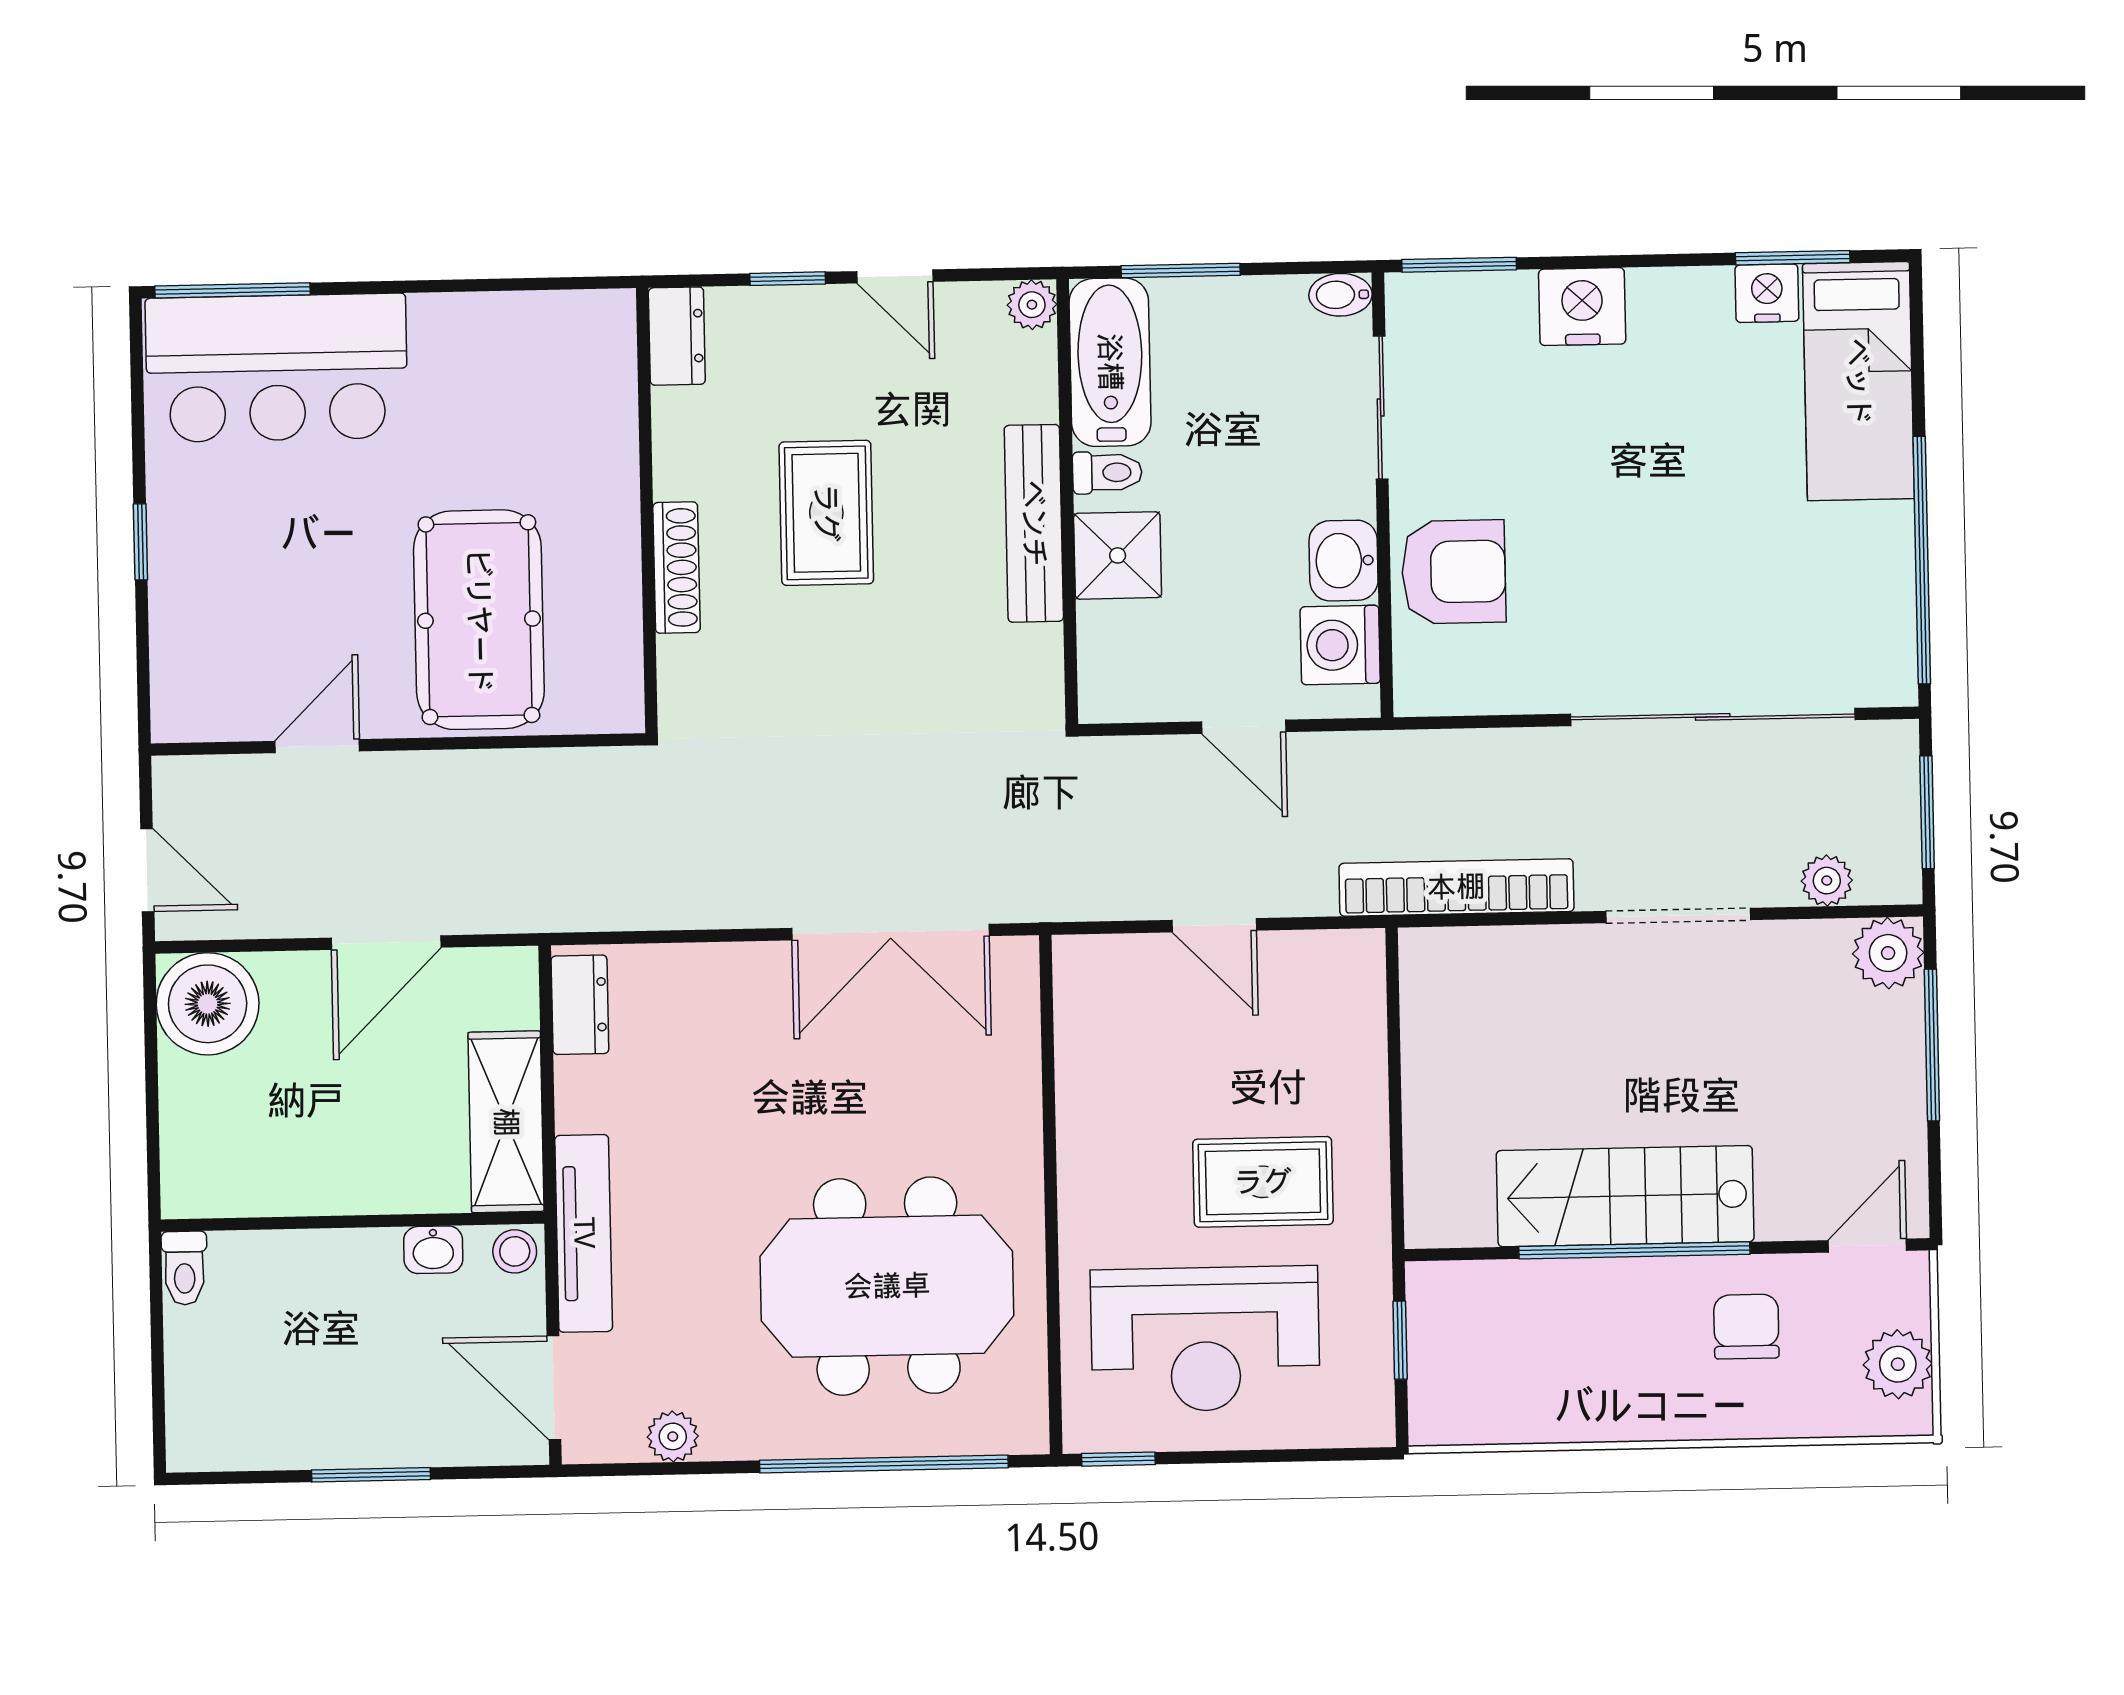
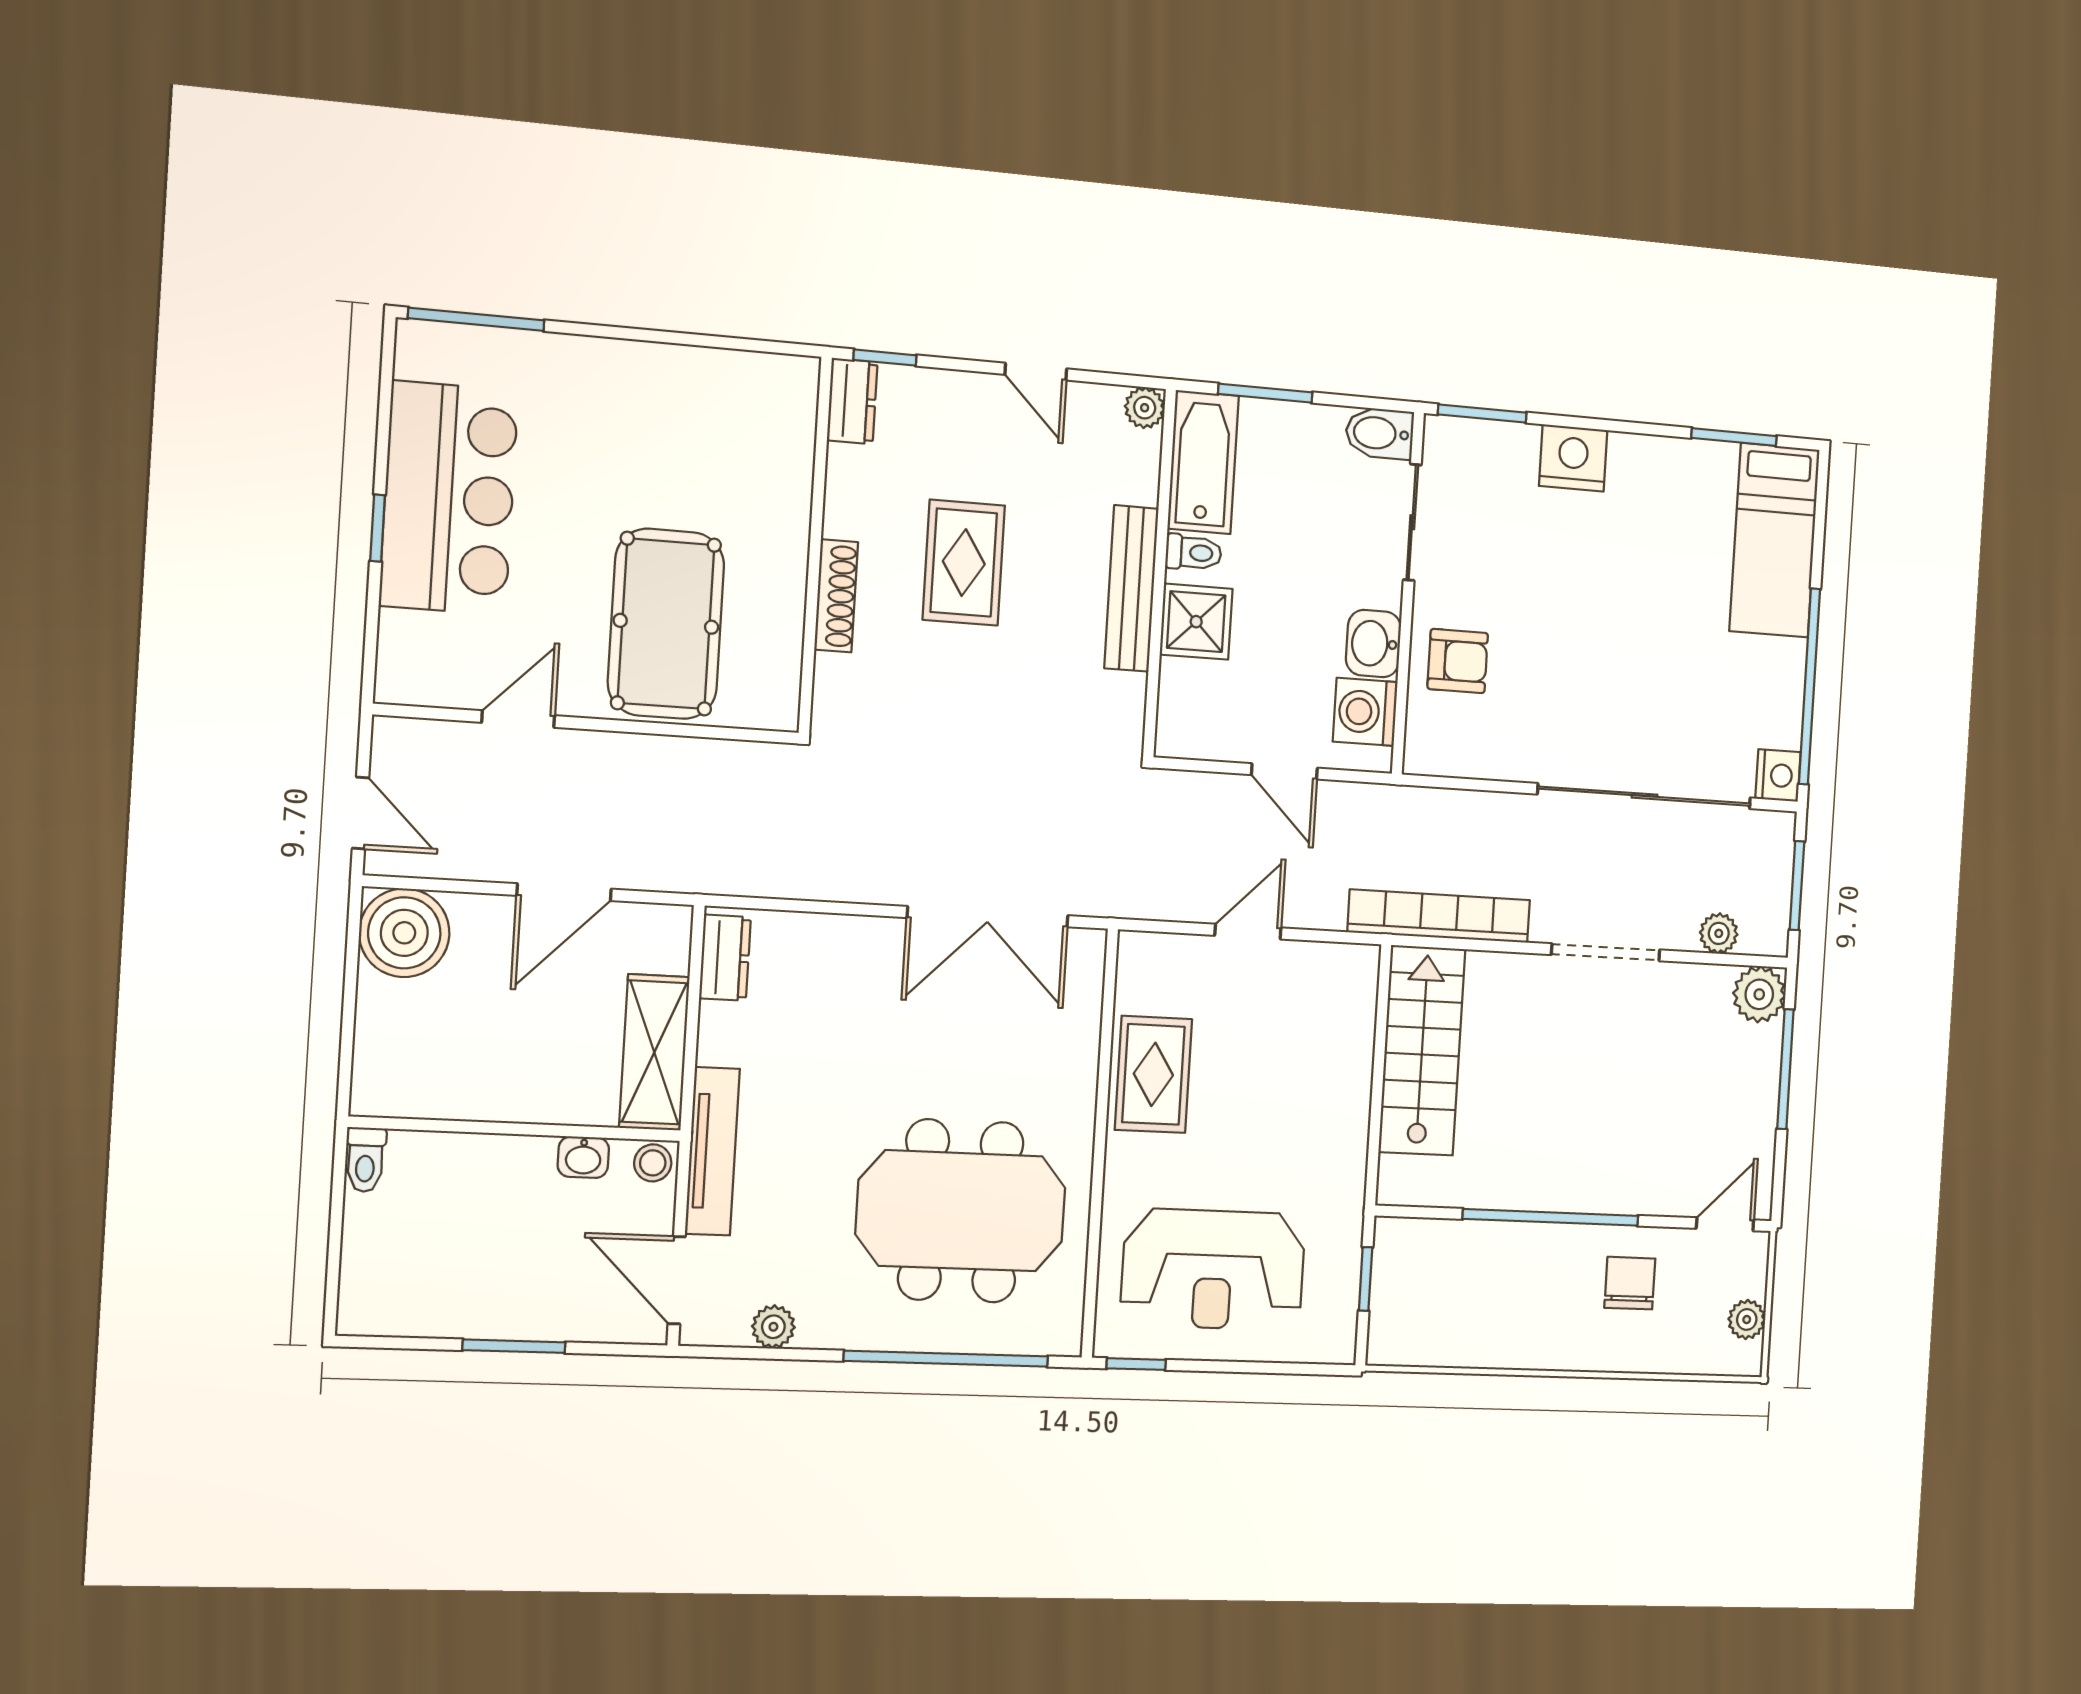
window: (788, 279) -> (885, 358), moved
nightstand: (1767, 293) -> (1778, 775), moved, turned 90
bidet: (1340, 295) -> (1379, 433), width x1.38, depth x1.36
bar counter: (277, 368) -> (449, 498), moved, turned -90
armchair: (1454, 572) -> (1458, 661), width x0.72, depth x0.72
door: (1214, 925) -> (1248, 932), swing flipped
rug: (1263, 1182) -> (1153, 1074), moved, turned 90
stairs: (1625, 1196) -> (1422, 1050), moved, turned 90
plant: (1898, 1364) -> (1747, 1319), width x0.73, depth x0.73

